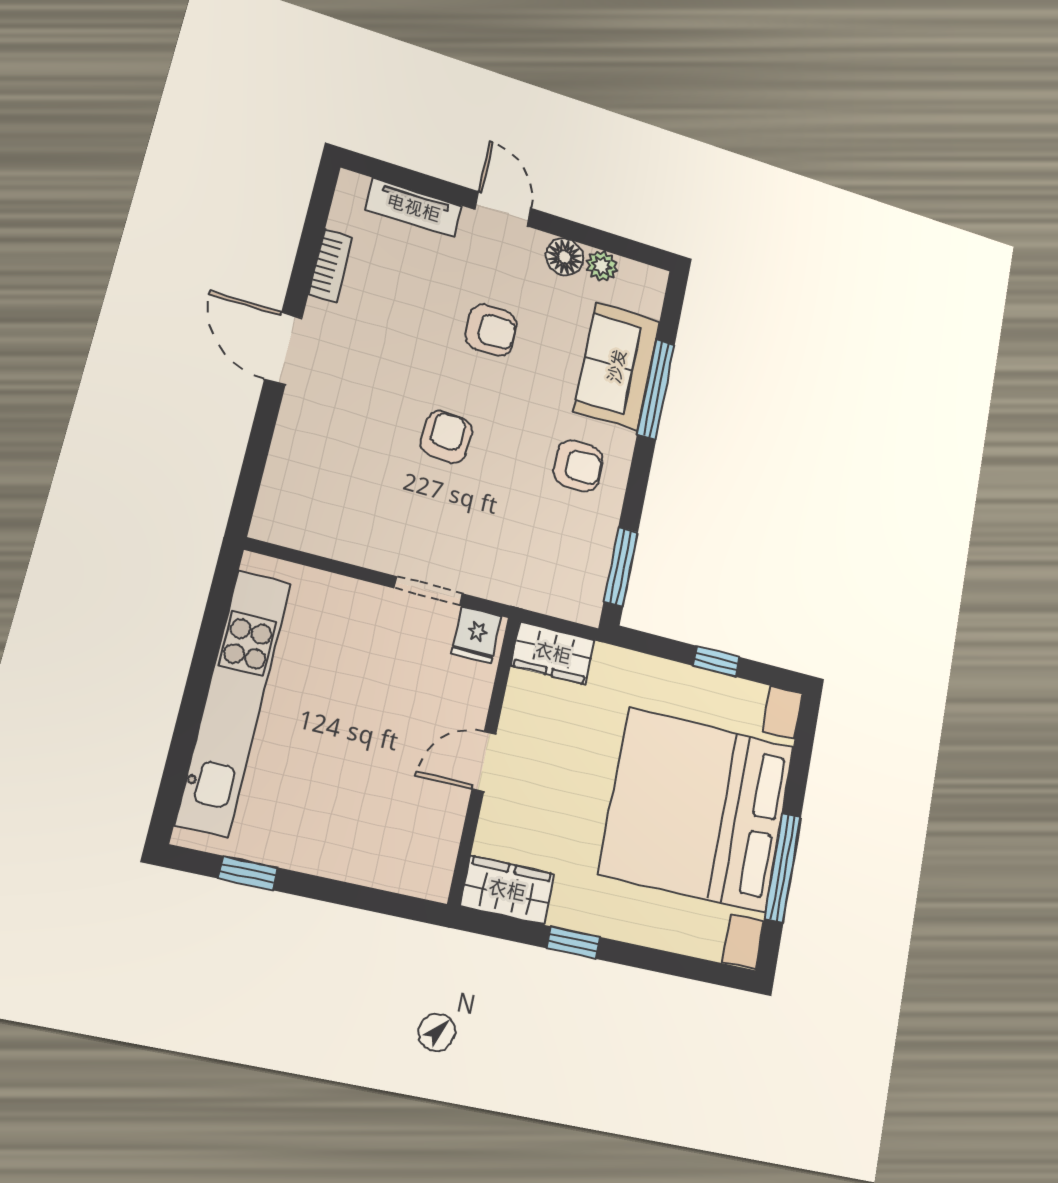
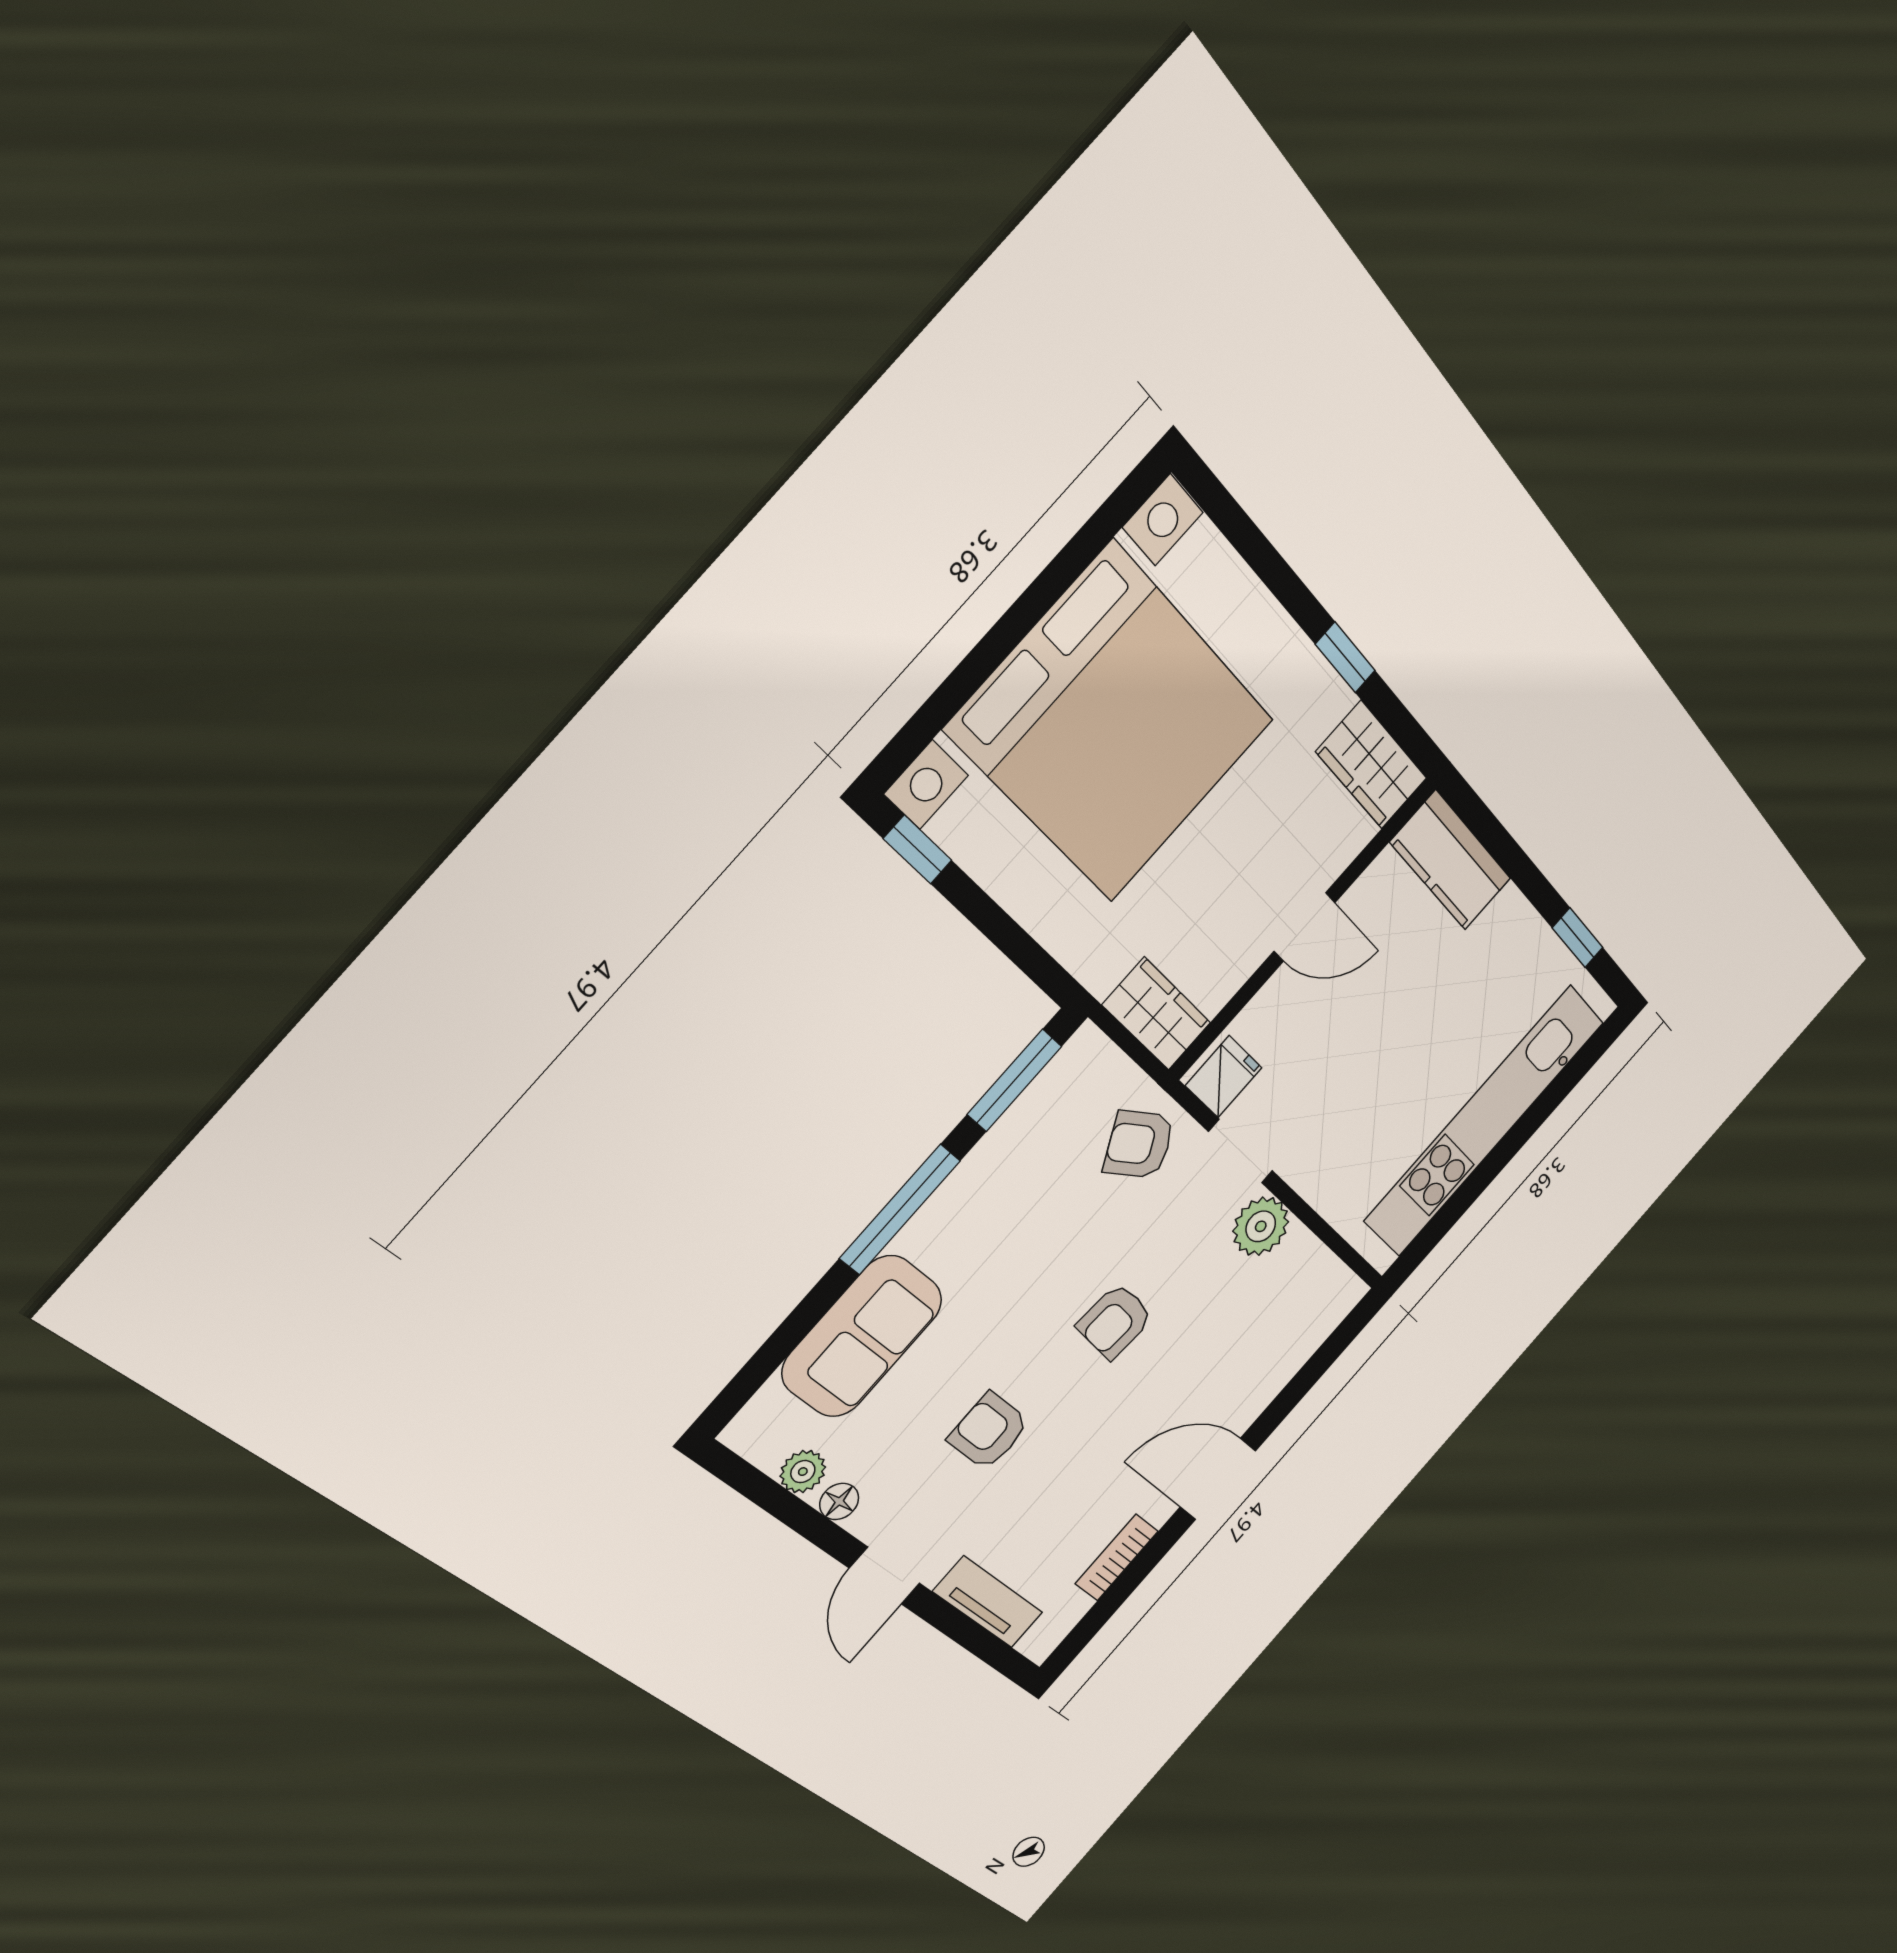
floor lamp: (565, 257) -> (839, 1501), width x0.73, depth x0.73
door: (283, 349) -> (1218, 1479), swing flipped
window: (656, 389) -> (900, 1210), moved
armchair: (578, 466) -> (1139, 1144), moved, turned -31
plant: (376, 546) -> (1261, 1226), added
window: (716, 661) -> (918, 849), moved
kitchen counter: (401, 865) -> (1451, 861), added
window: (783, 868) -> (1055, 580), removed

